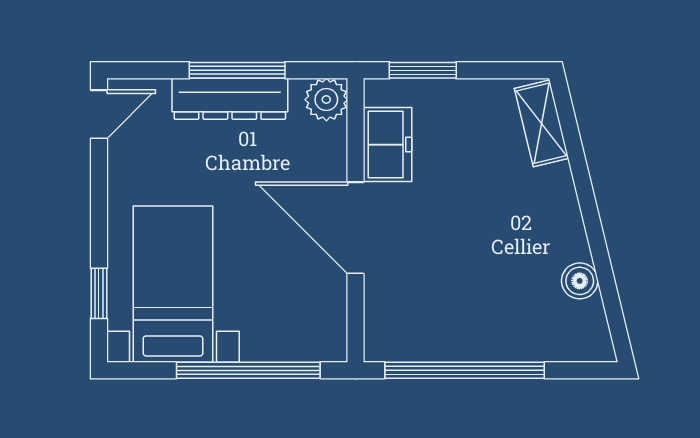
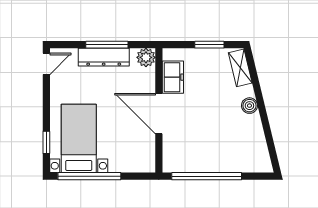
window: (423, 70) -> (209, 45), moved
boiler: (580, 281) -> (249, 106), moved
window: (248, 370) -> (89, 176), moved

